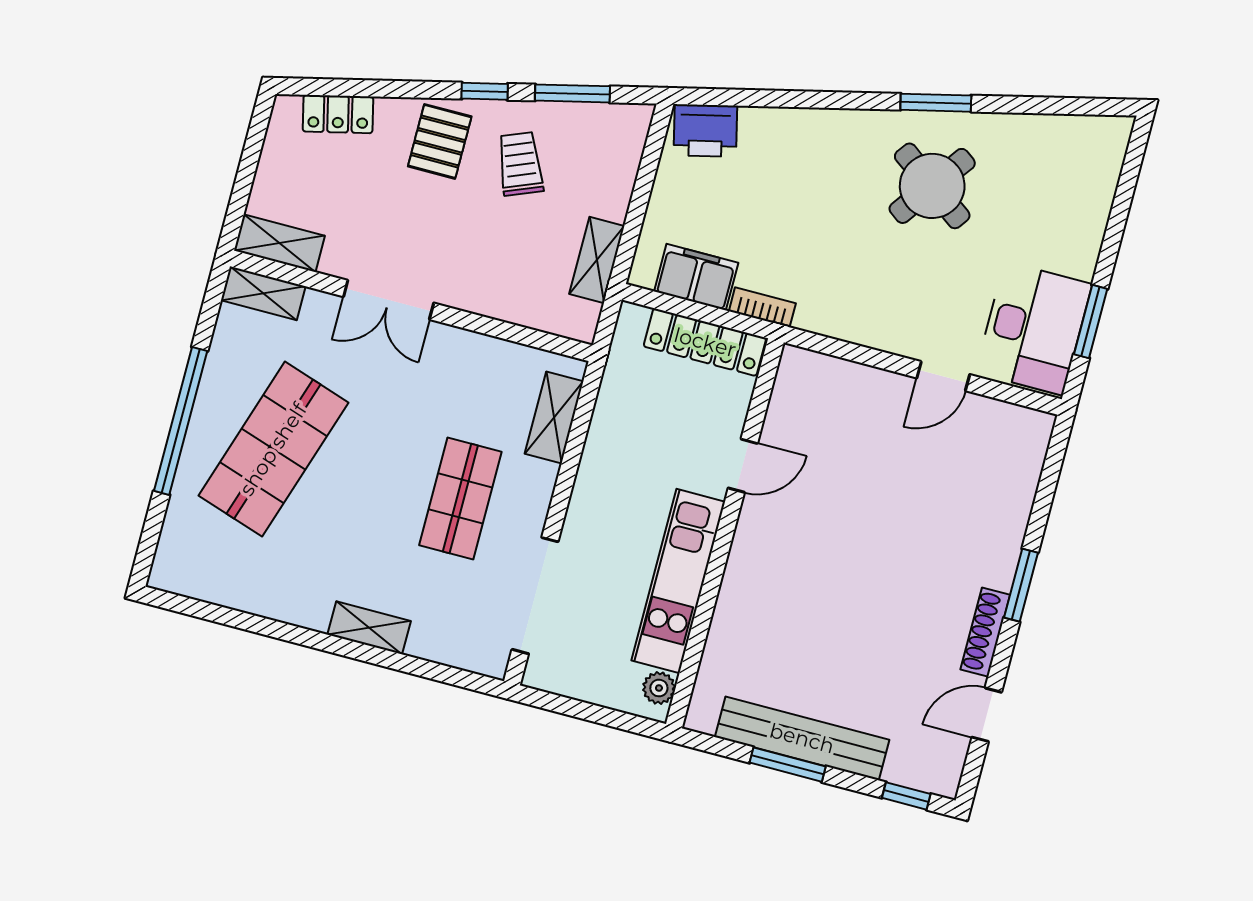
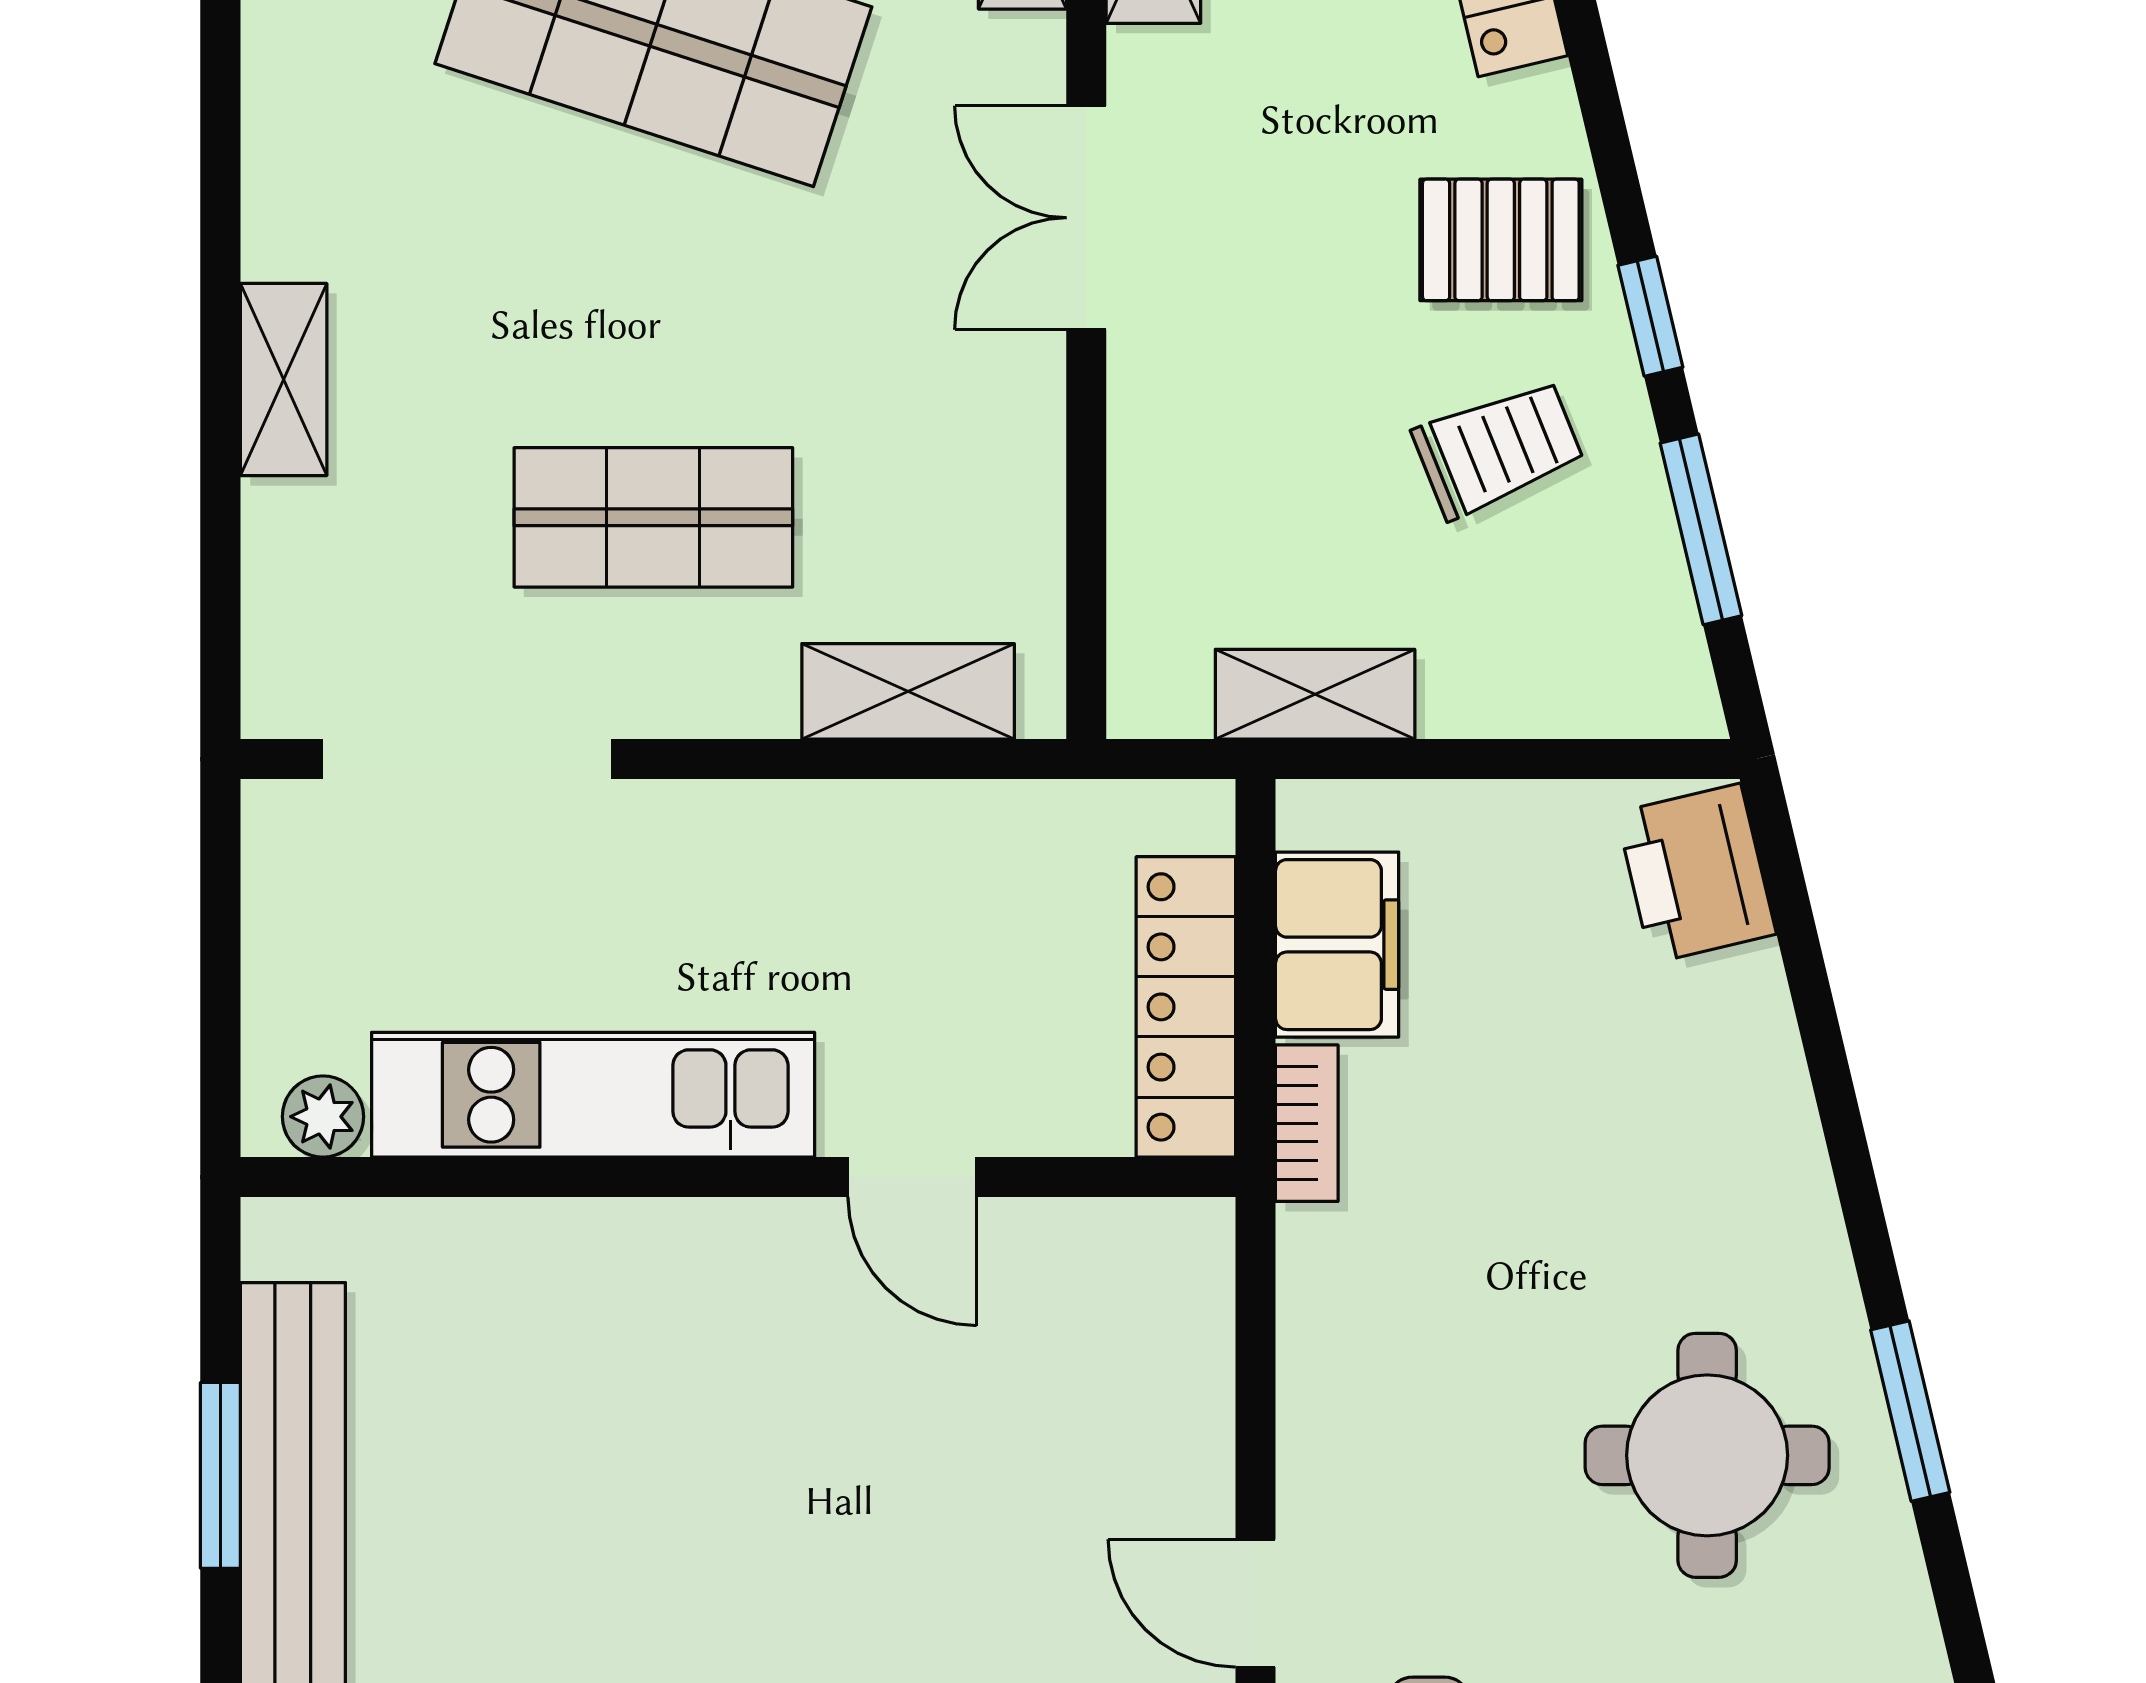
round table: (932, 186) -> (1707, 1455), turned -36

